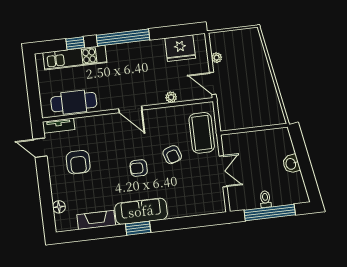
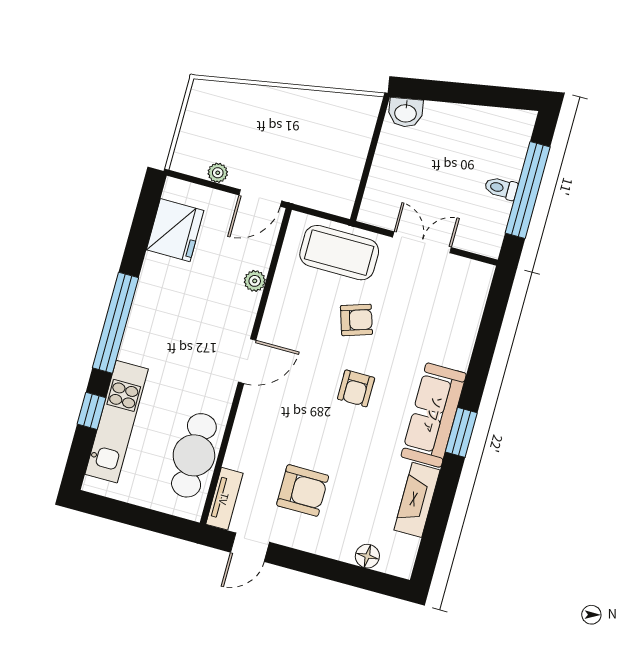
washbasin: (291, 164) -> (406, 113), moved

